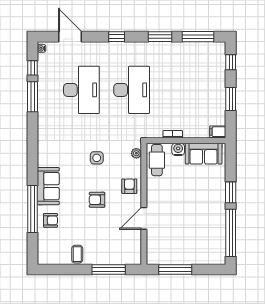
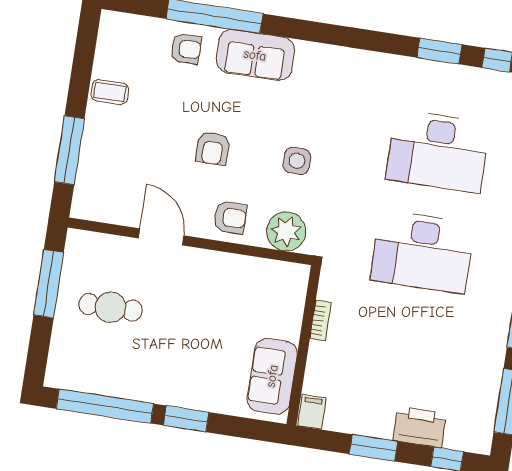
printer: (217, 78) -> (420, 427), added
window: (32, 97) -> (439, 51), width x0.69
water cooler: (178, 149) -> (289, 327), removed
plant: (136, 153) -> (286, 231), width x1.88, depth x1.88
cafe table: (157, 160) -> (111, 307), moved
armchair: (97, 200) -> (213, 148), turned 180
armchair: (50, 220) -> (186, 49), turned -90

